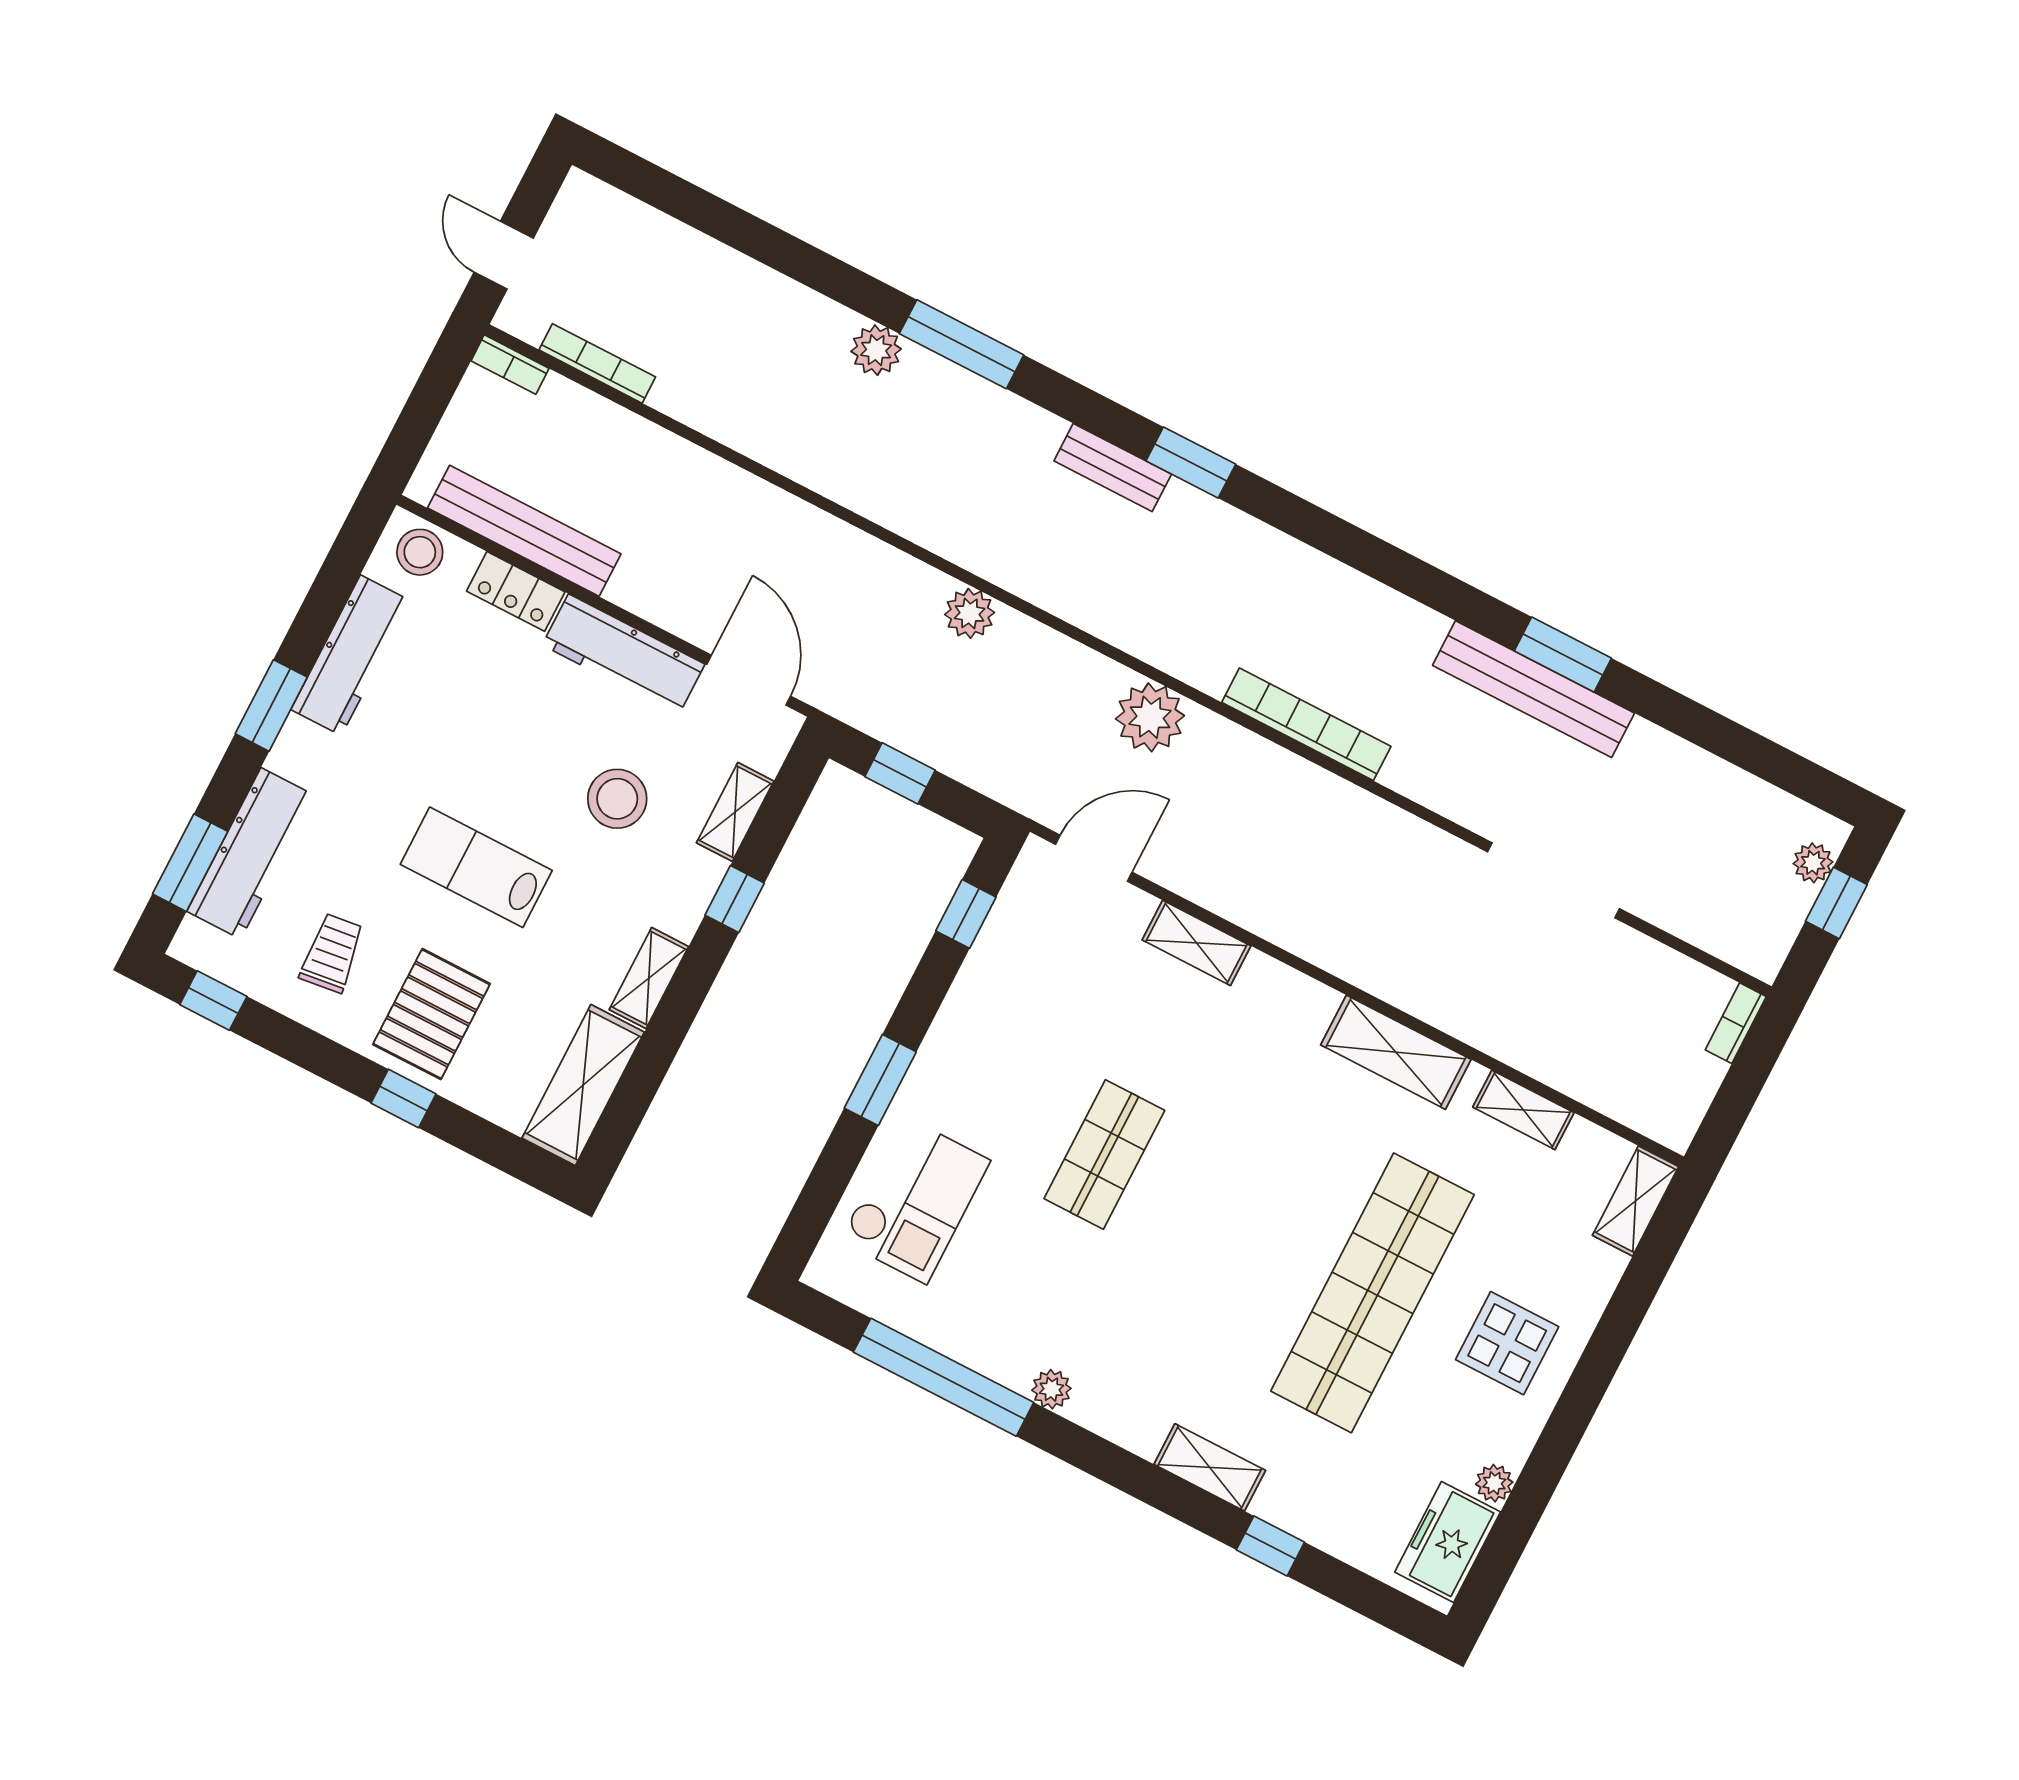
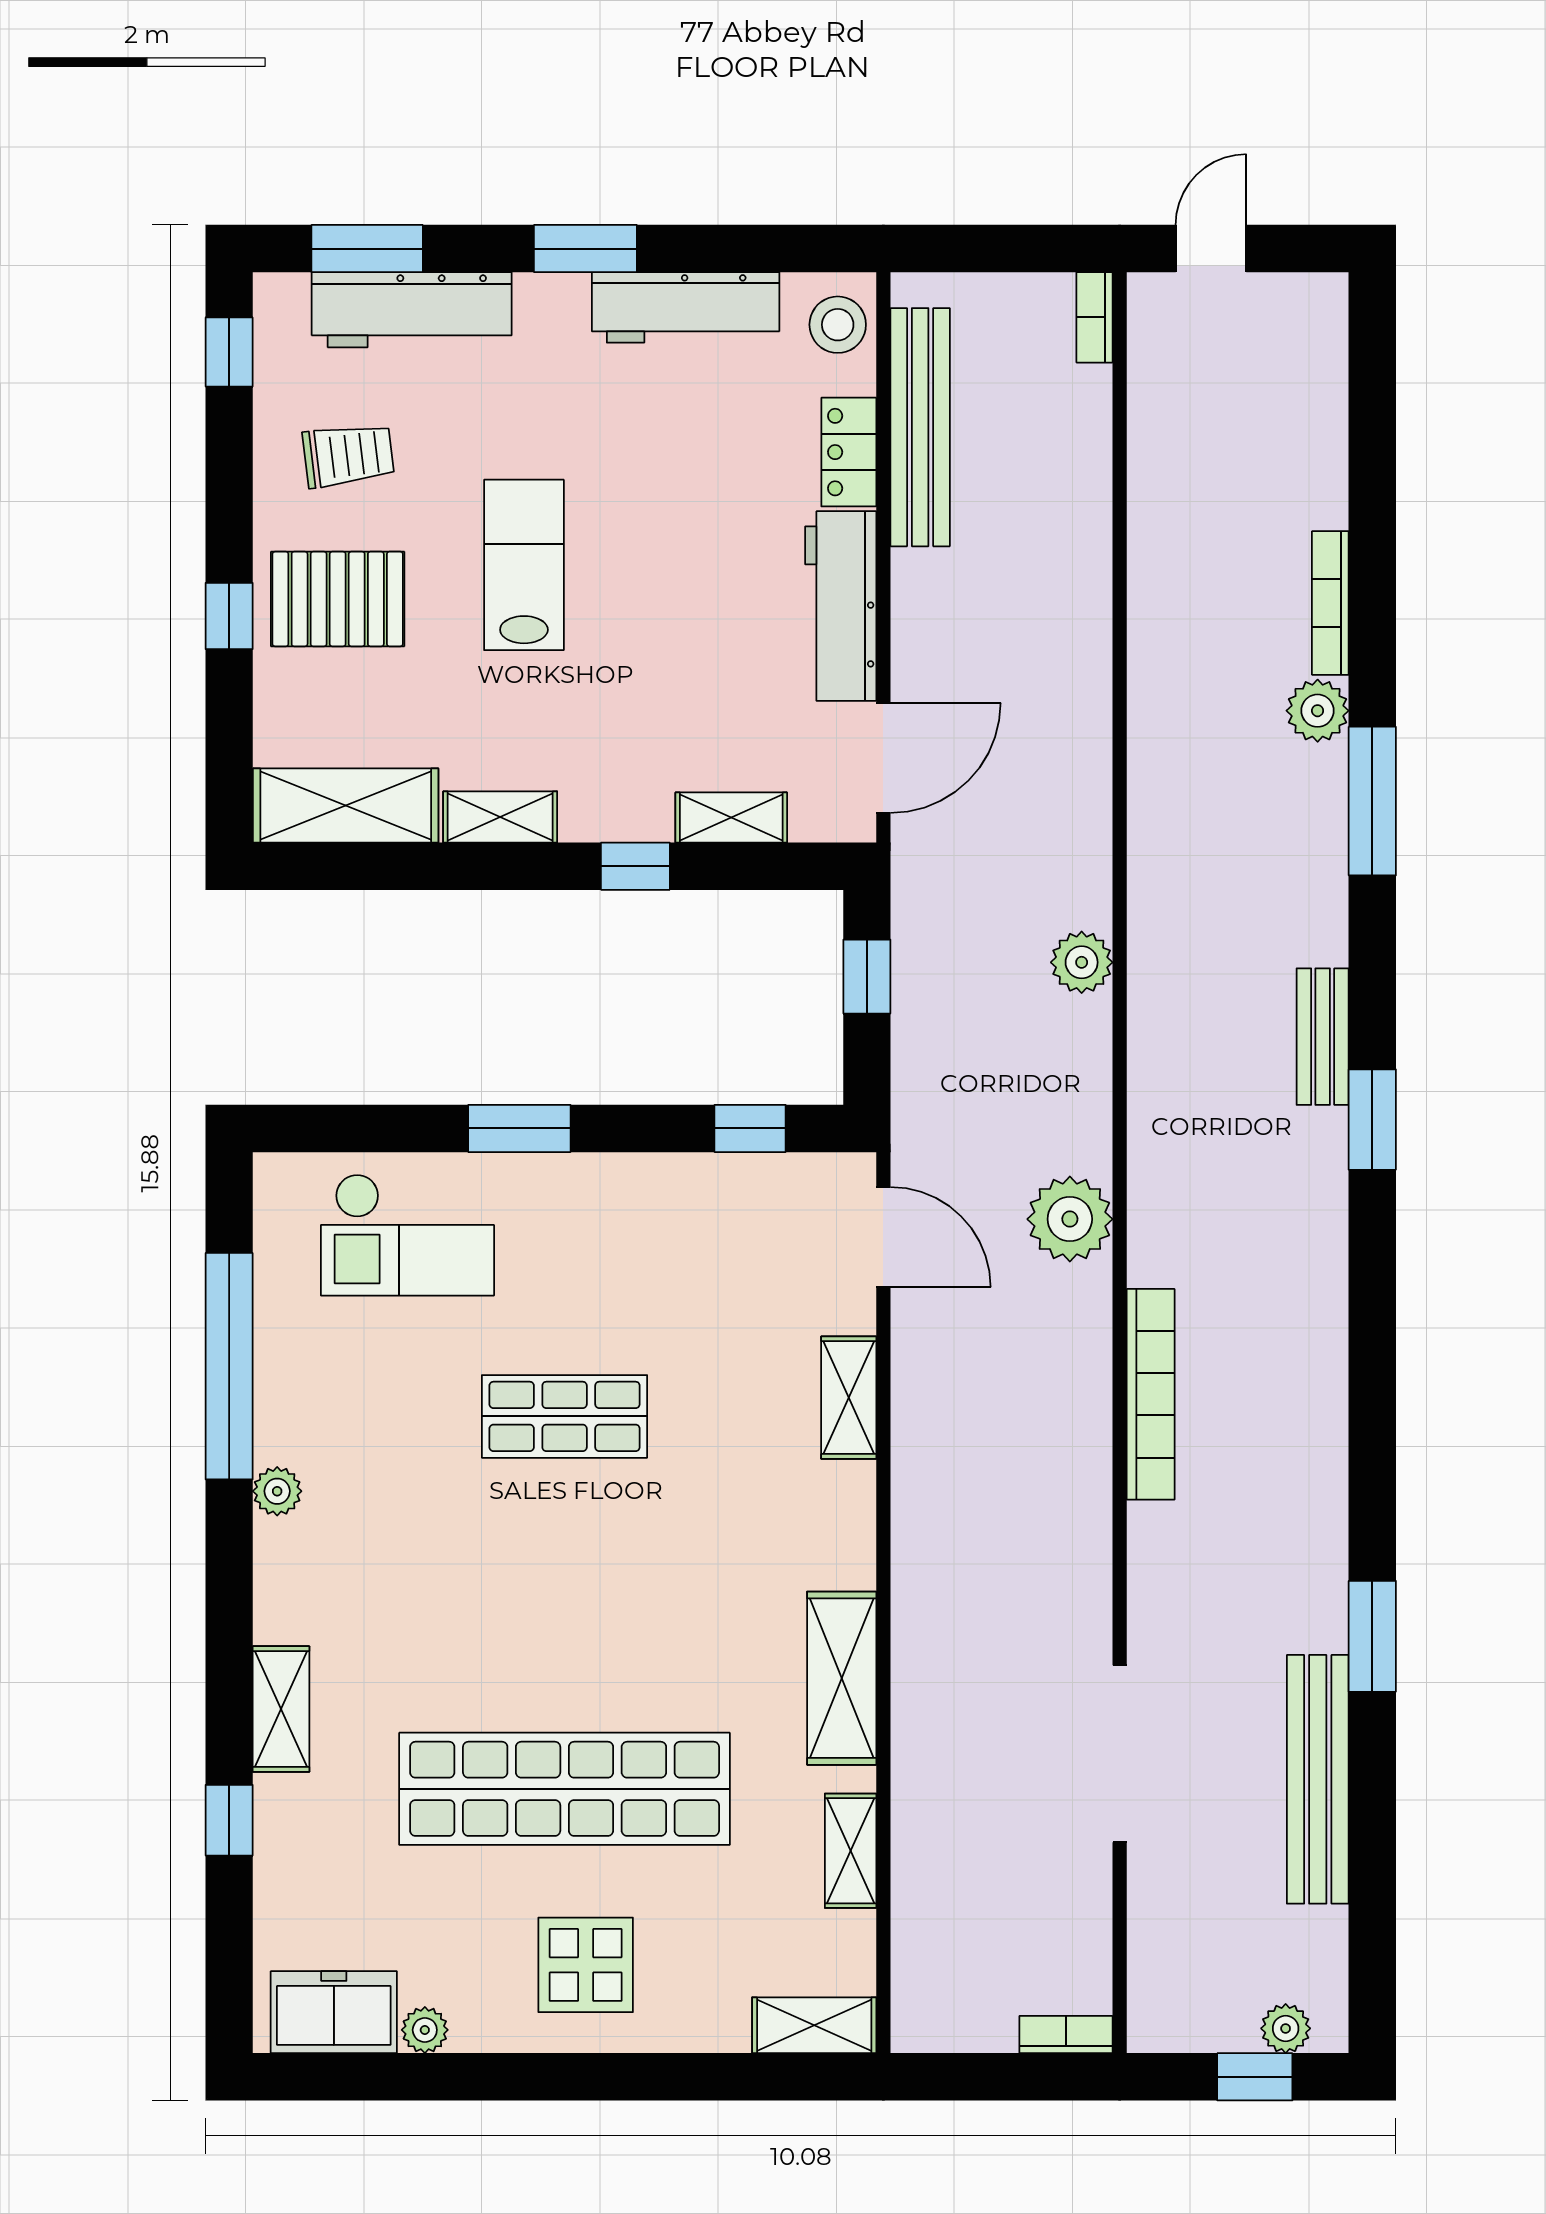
bookcase: (597, 363) -> (1330, 603), moved, turned 180
bench: (1534, 689) -> (1318, 1779), moved
stool: (617, 799) -> (679, 681), removed

